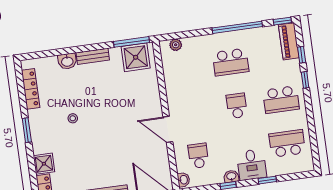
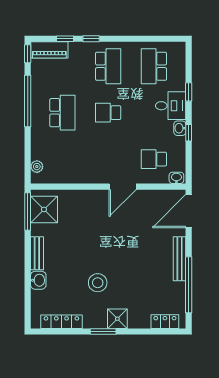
stool: (73, 118) -> (98, 283), width x1.89, depth x1.89
shower: (44, 164) -> (117, 319), moved

